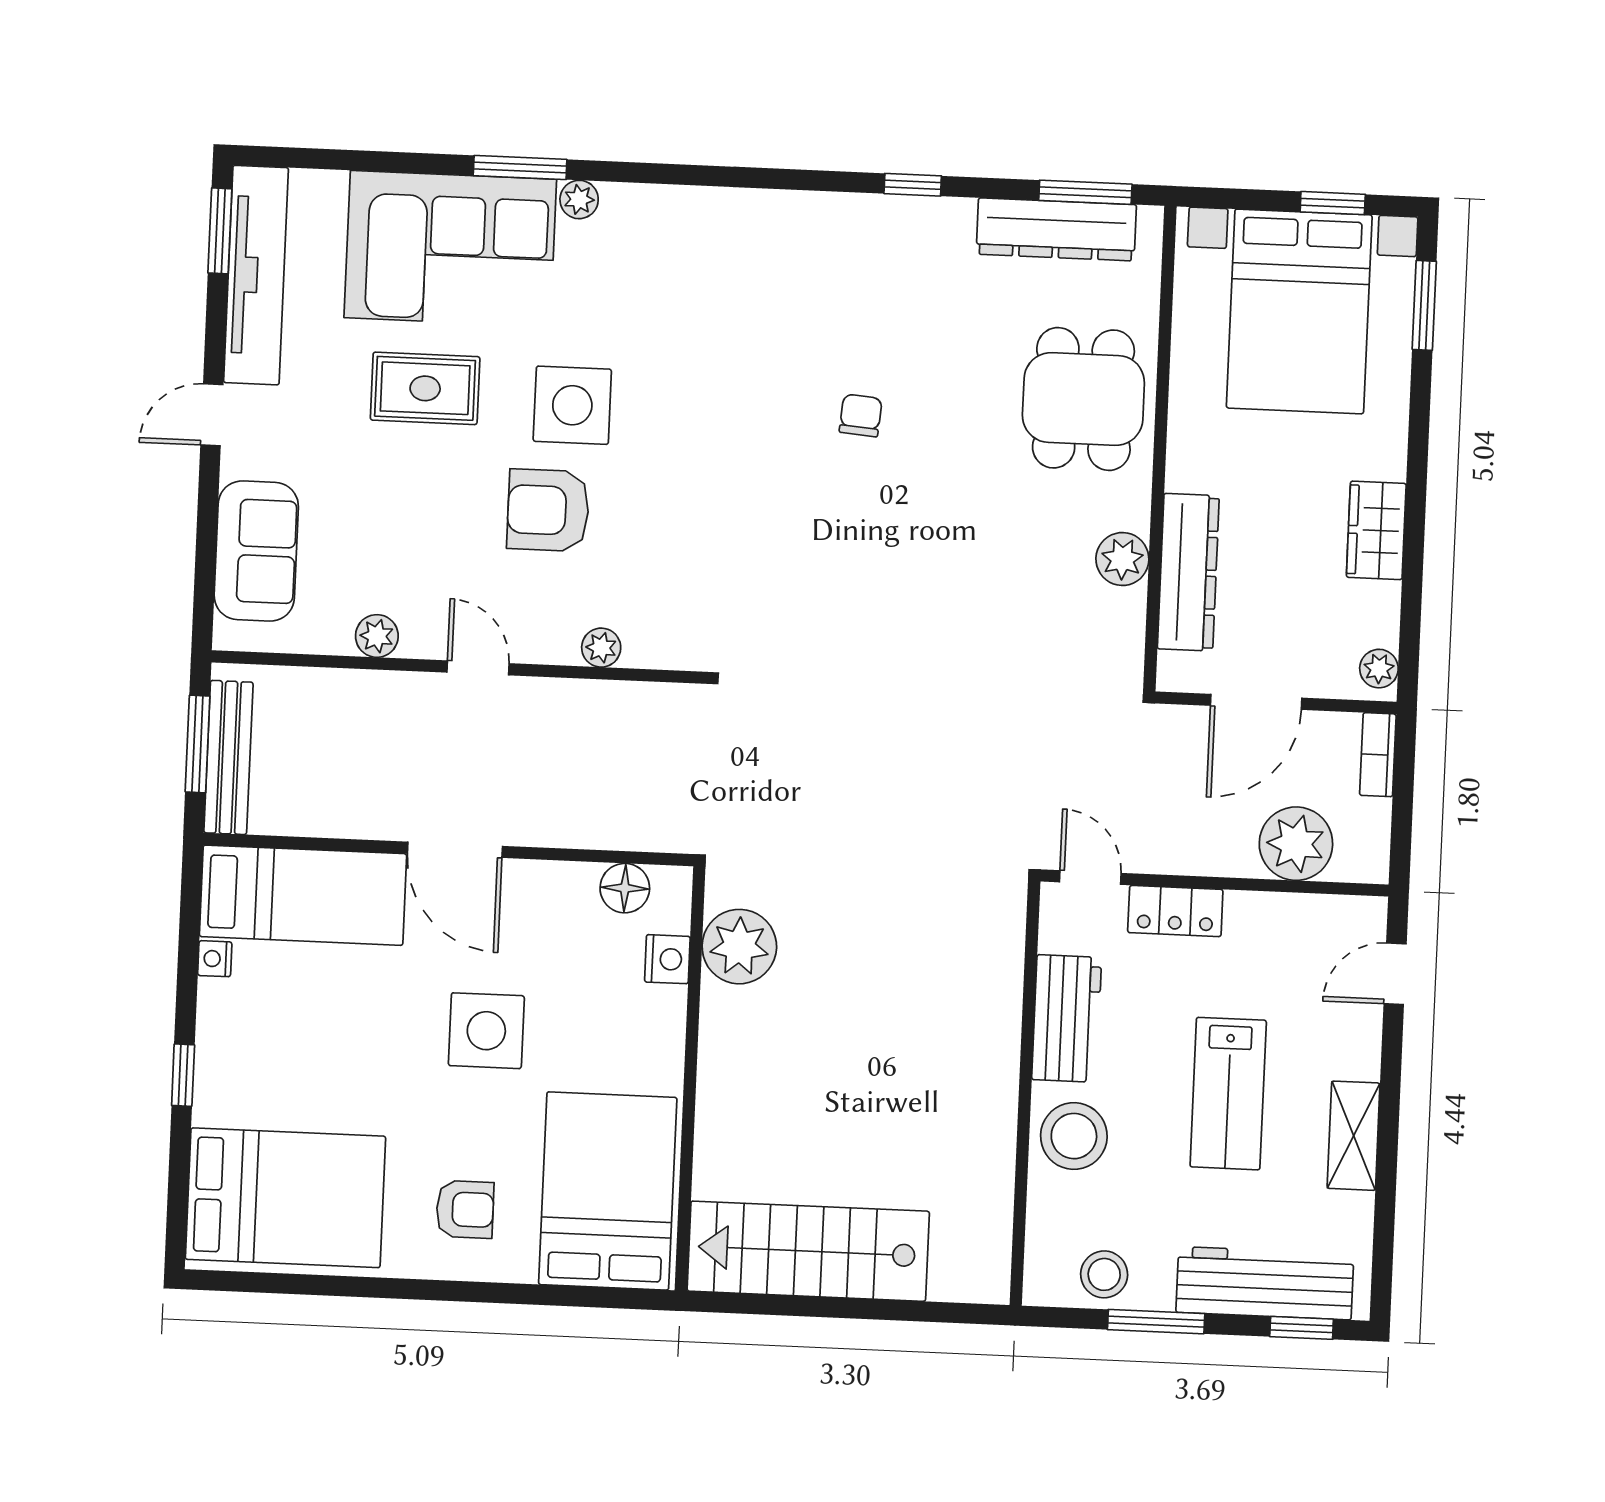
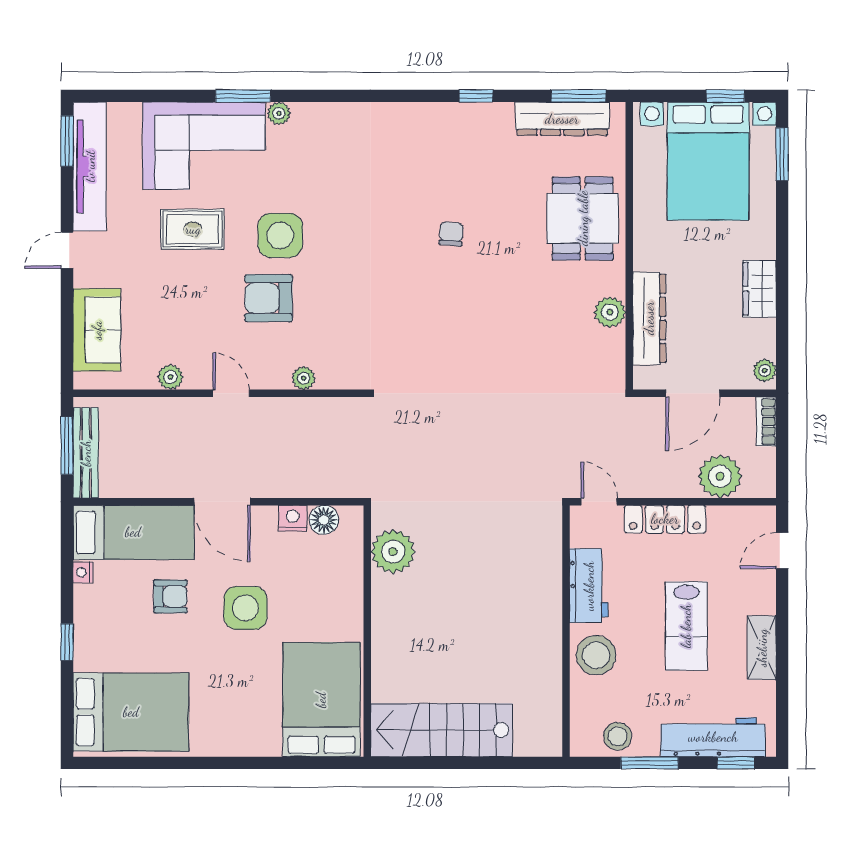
locker: (1175, 911) -> (665, 519), width x1.53
nightstand: (667, 959) -> (293, 518), moved, turned -90
armchair: (465, 1209) -> (170, 596), moved

